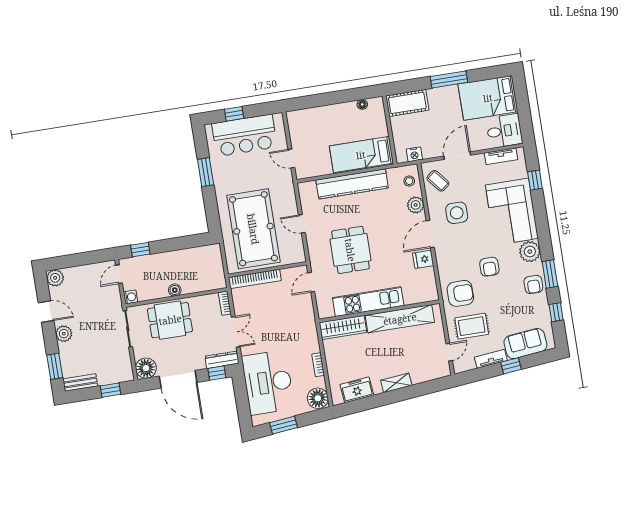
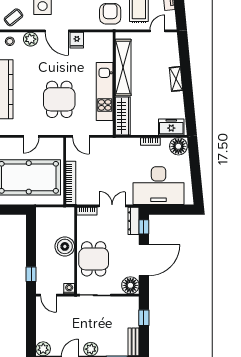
dining table: (350, 250) -> (59, 99), turned 90
boiler: (175, 290) -> (65, 246), width x1.86, depth x1.86
door: (449, 352) -> (157, 31), hinge flipped
freezer: (357, 390) -> (171, 127), moved, turned 96
window: (284, 425) -> (196, 178), removed

